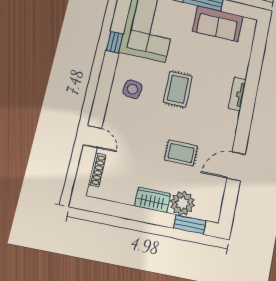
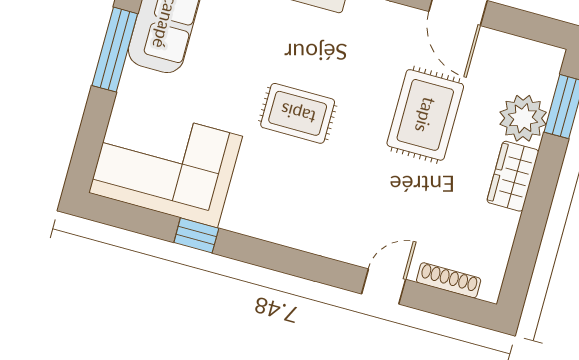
side table: (132, 89) -> (293, 204), removed
rug: (181, 153) -> (425, 115), width x1.36, depth x1.43

